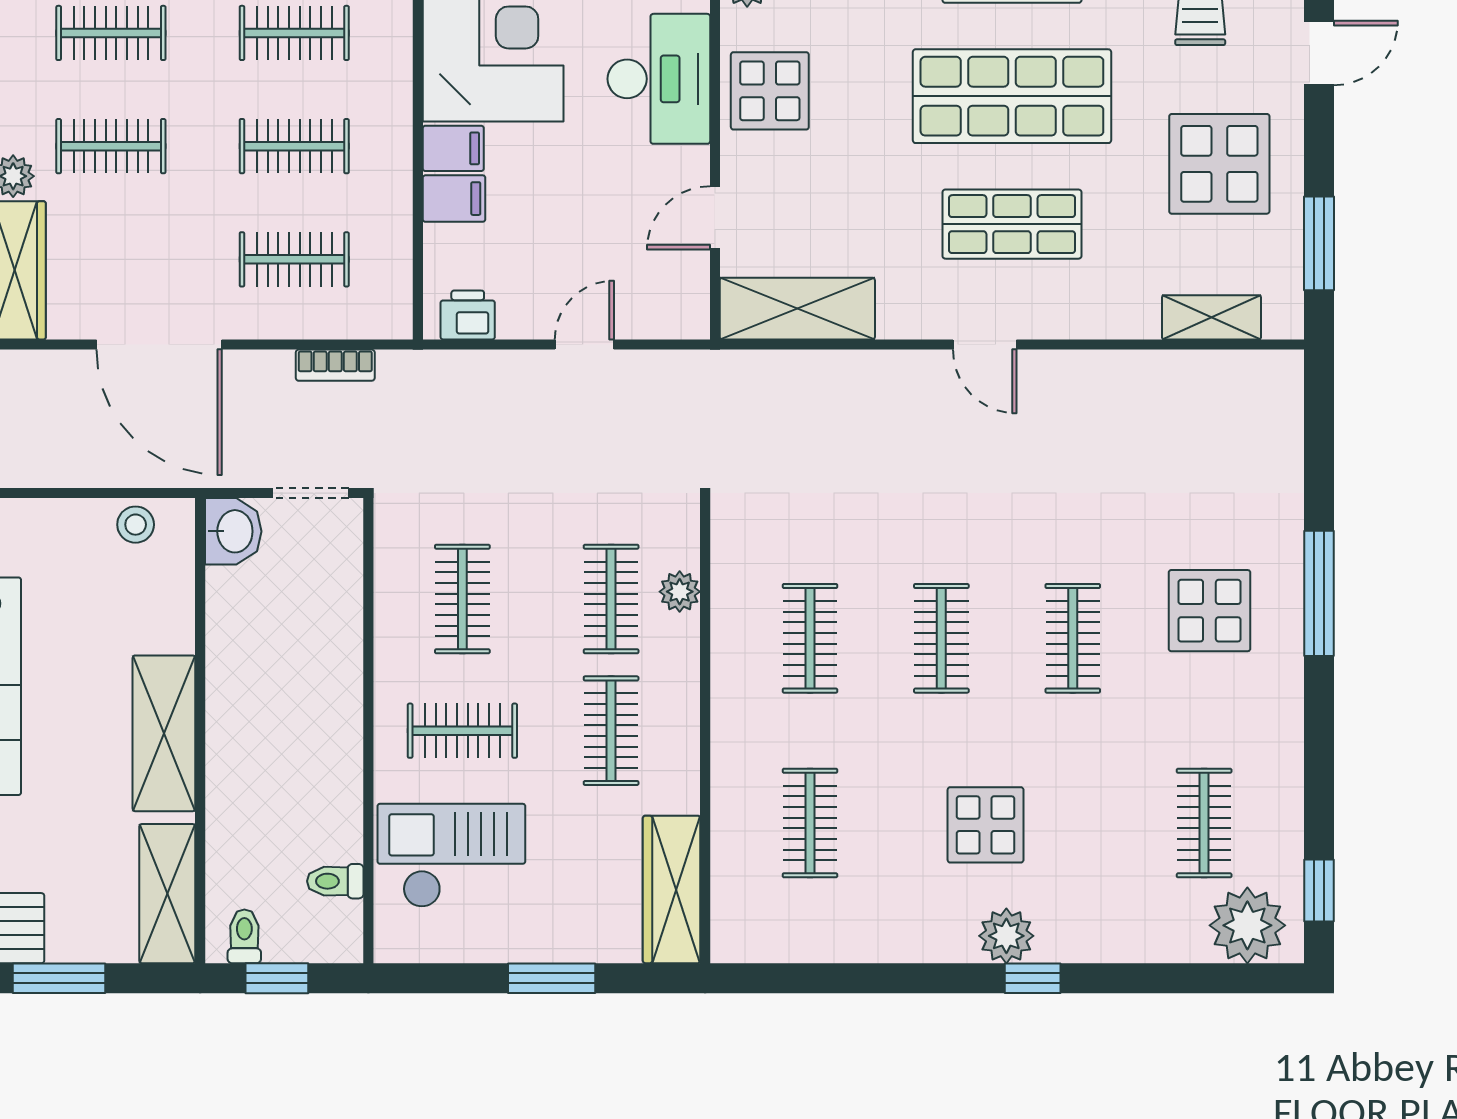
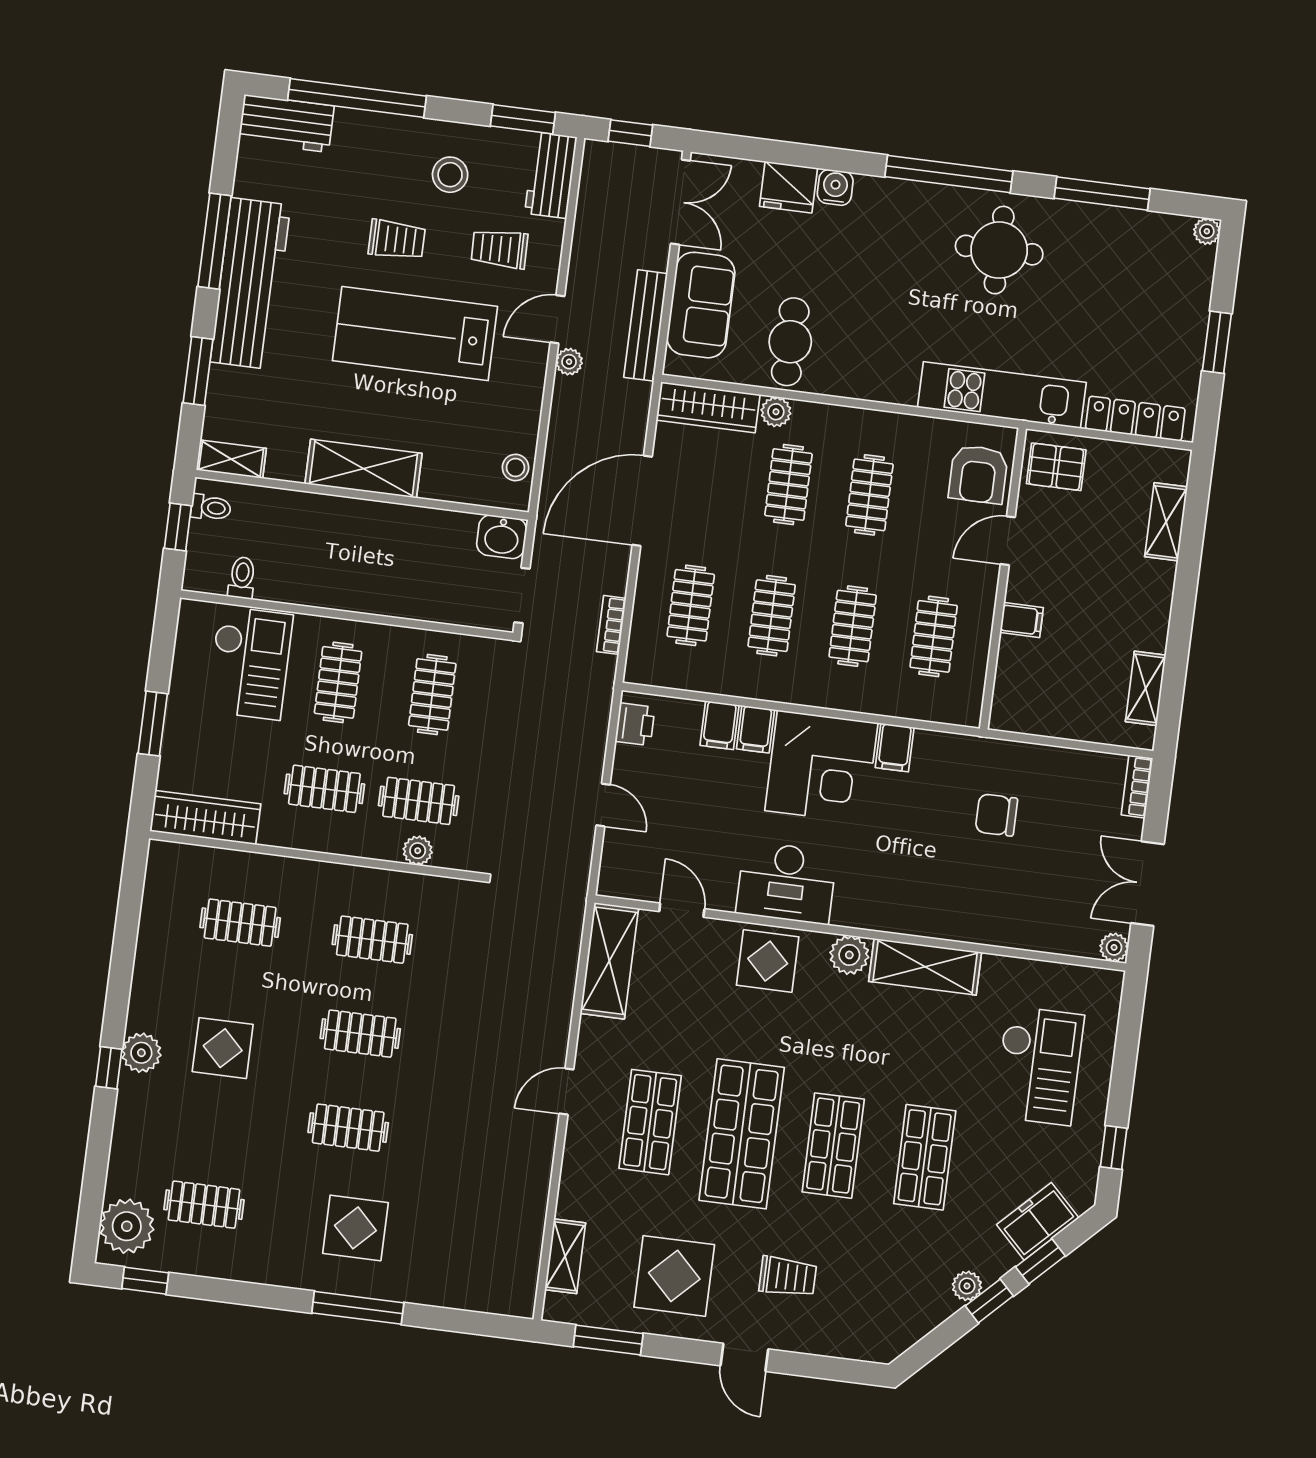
clothes rail: (462, 599) -> (432, 694), turned 90
shelving: (167, 894) -> (231, 459), width x0.67, depth x0.75

